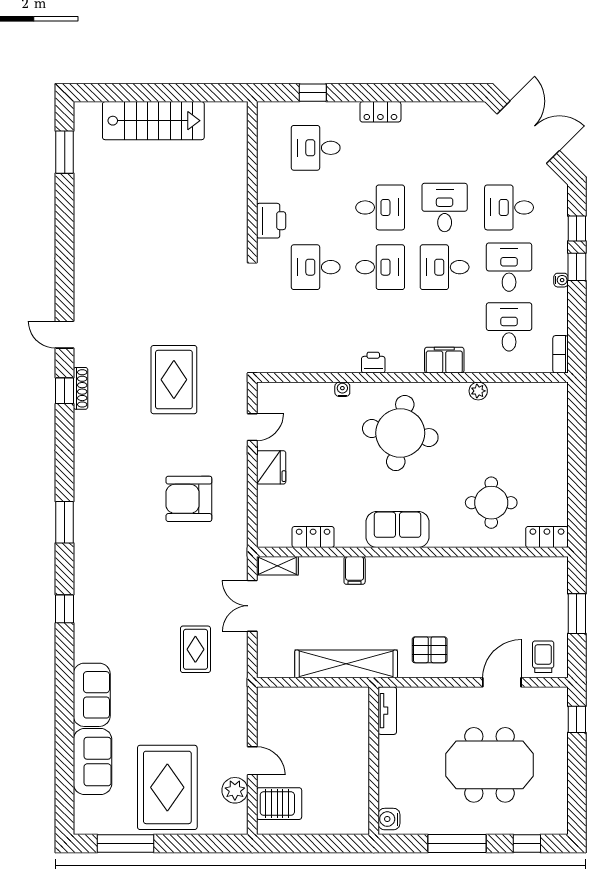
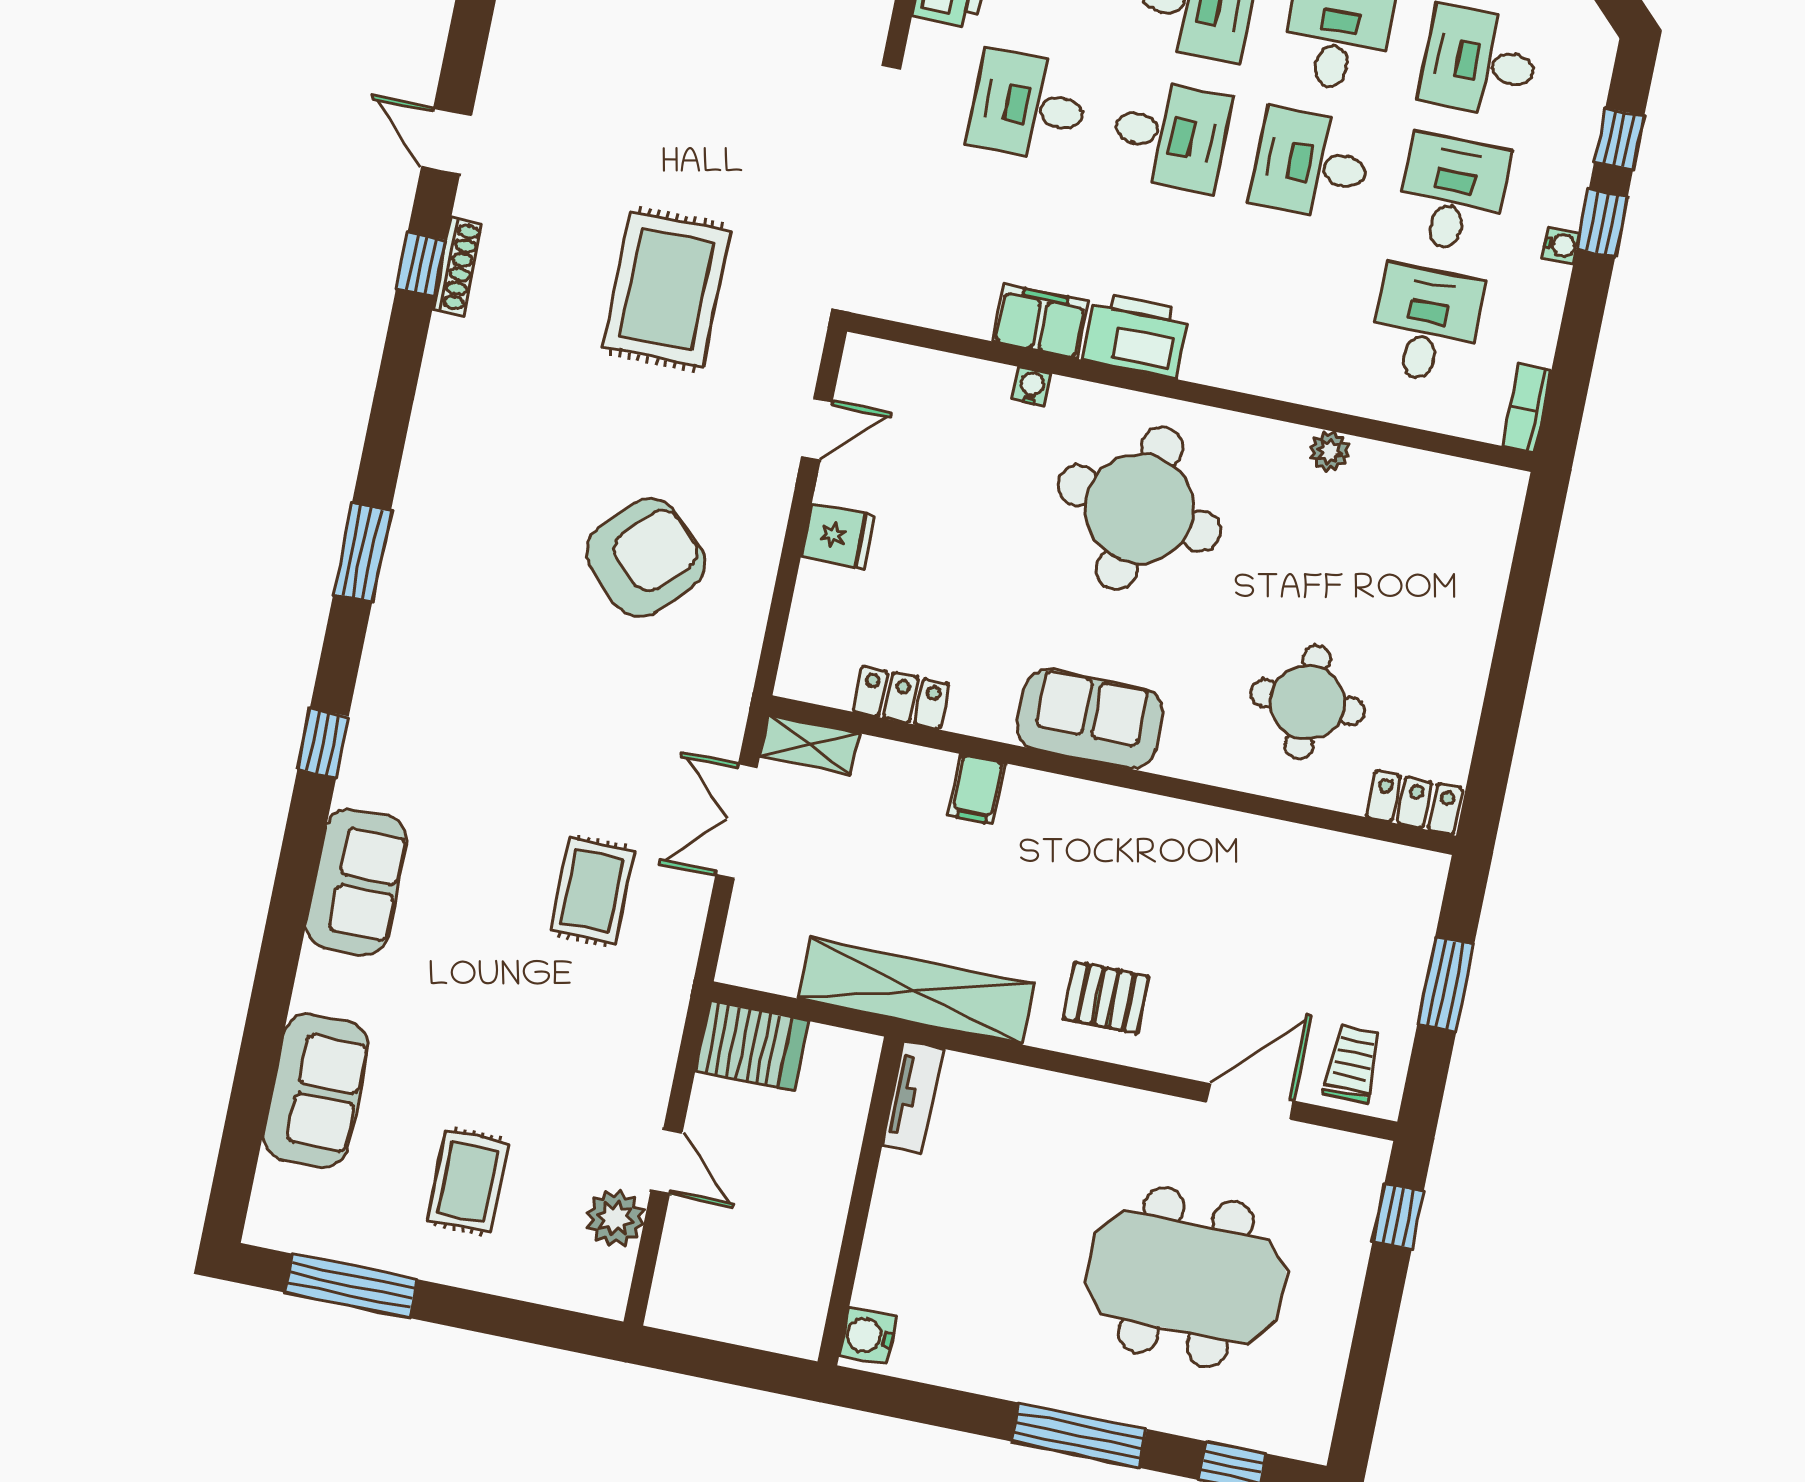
filing cabinet: (444, 360) -> (1041, 321), moved
printer: (373, 363) -> (1136, 335), width x1.87, depth x1.48
fridge: (271, 467) -> (838, 536), width x0.72
armchair: (189, 499) -> (646, 558), turned 134
sofa: (92, 695) -> (357, 882), moved
tv unit: (387, 711) -> (913, 1097), moved
wall: (374, 761) -> (861, 1201), moved
rug: (167, 787) -> (468, 1181), width x0.54, depth x0.49
server rack: (279, 804) -> (752, 1046), moved
water cooler: (389, 819) -> (868, 1336), moved

